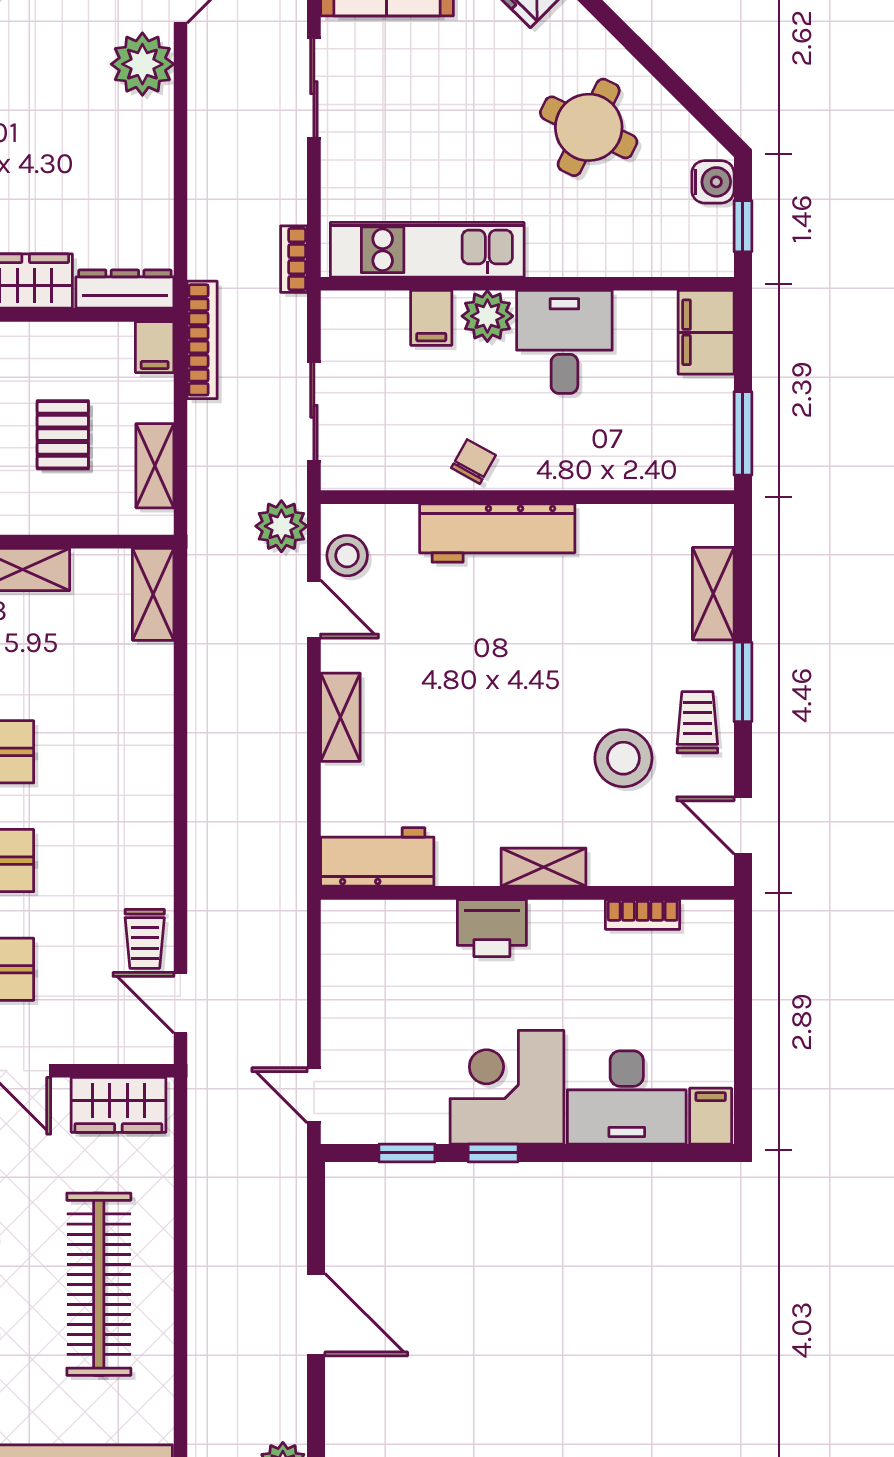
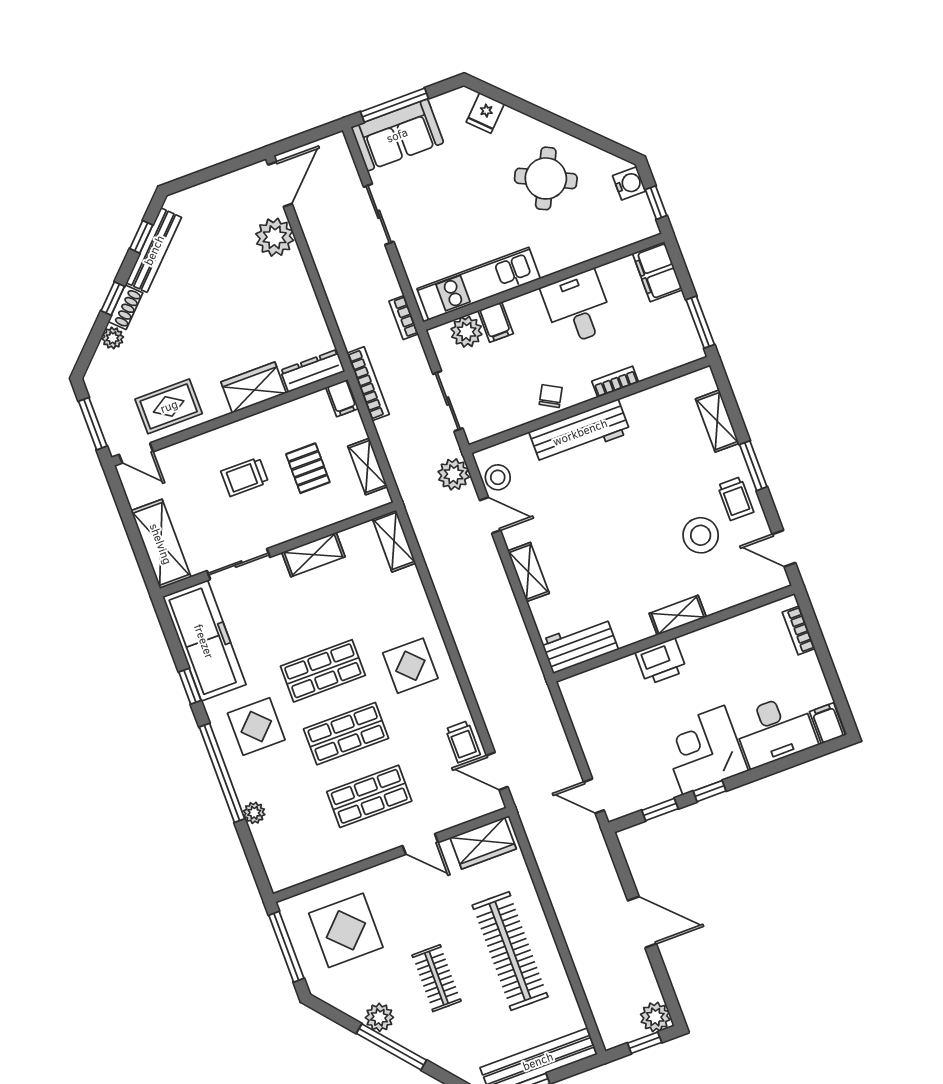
plant: (487, 316) -> (466, 332), moved
bookcase: (580, 476) -> (615, 382), added
trolley: (697, 722) -> (736, 499), turned 180
display table: (108, 793) -> (410, 666), added
bookcase: (643, 914) -> (799, 630), moved, turned 90

